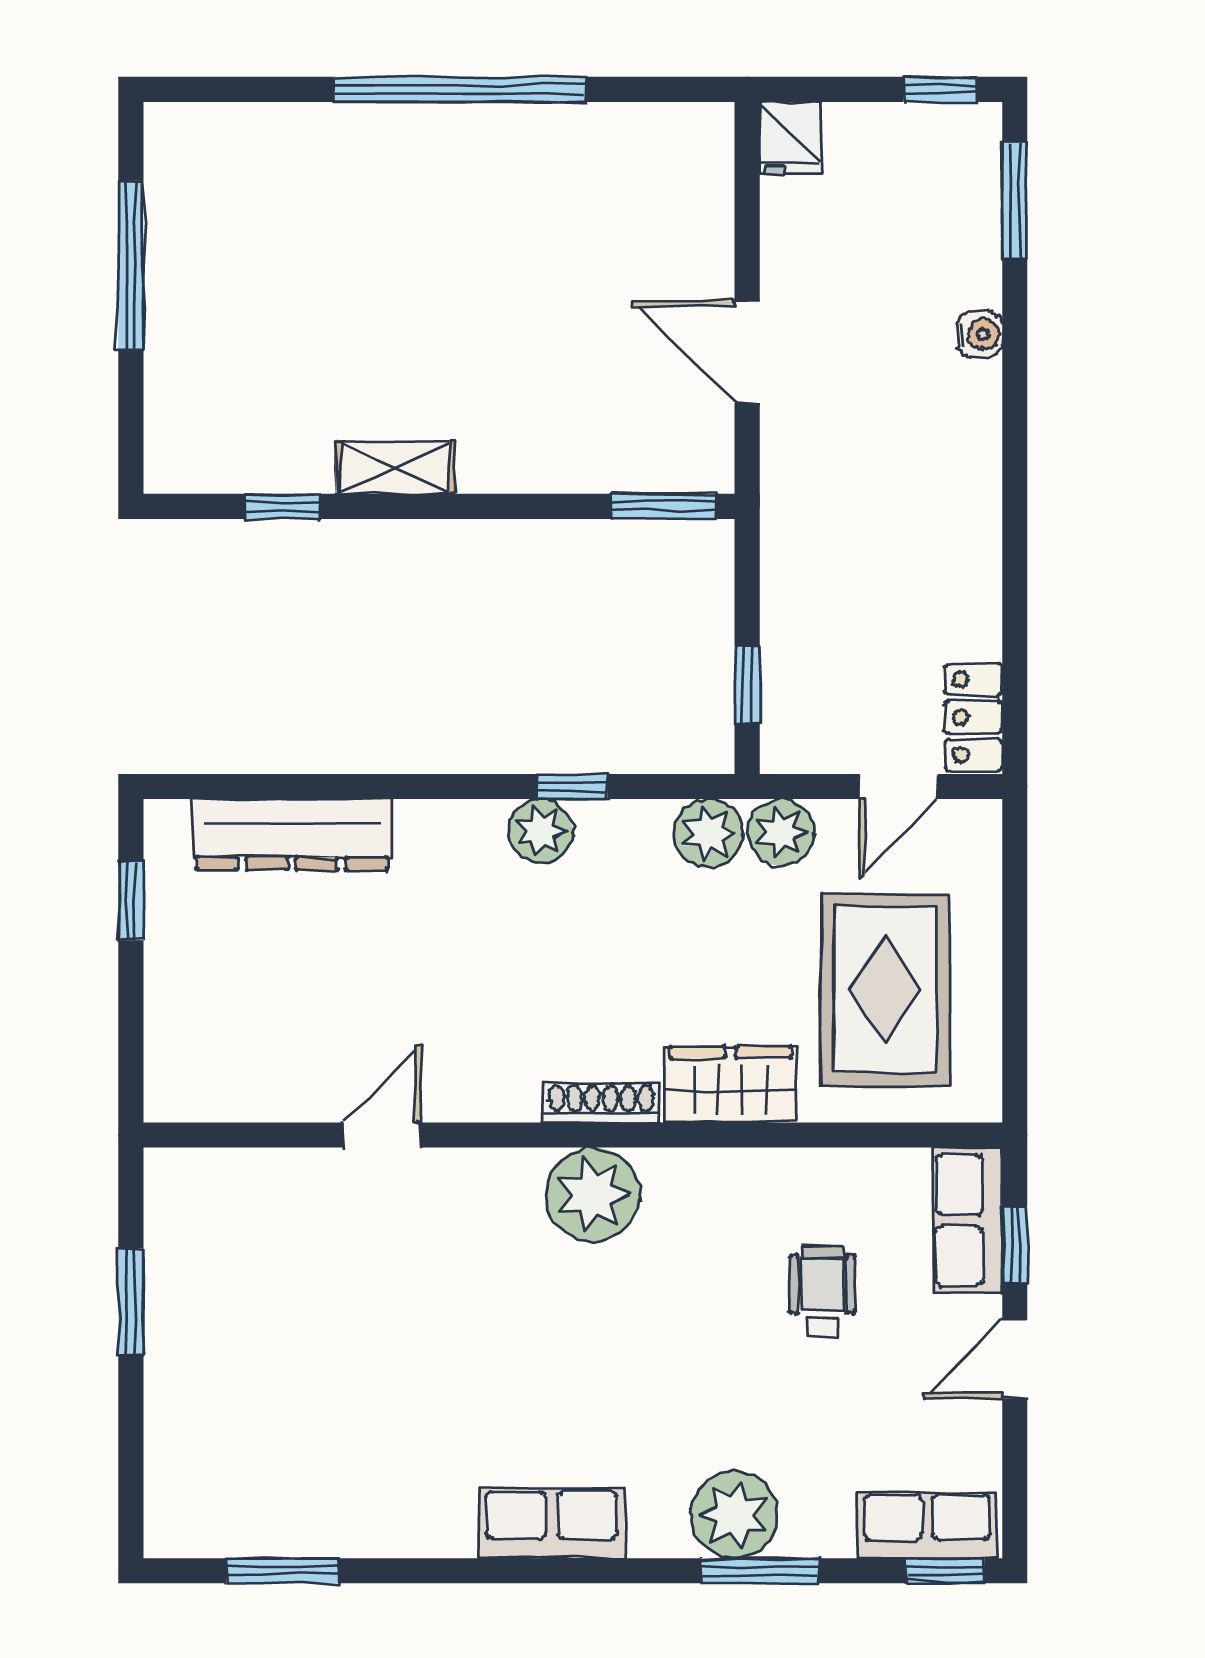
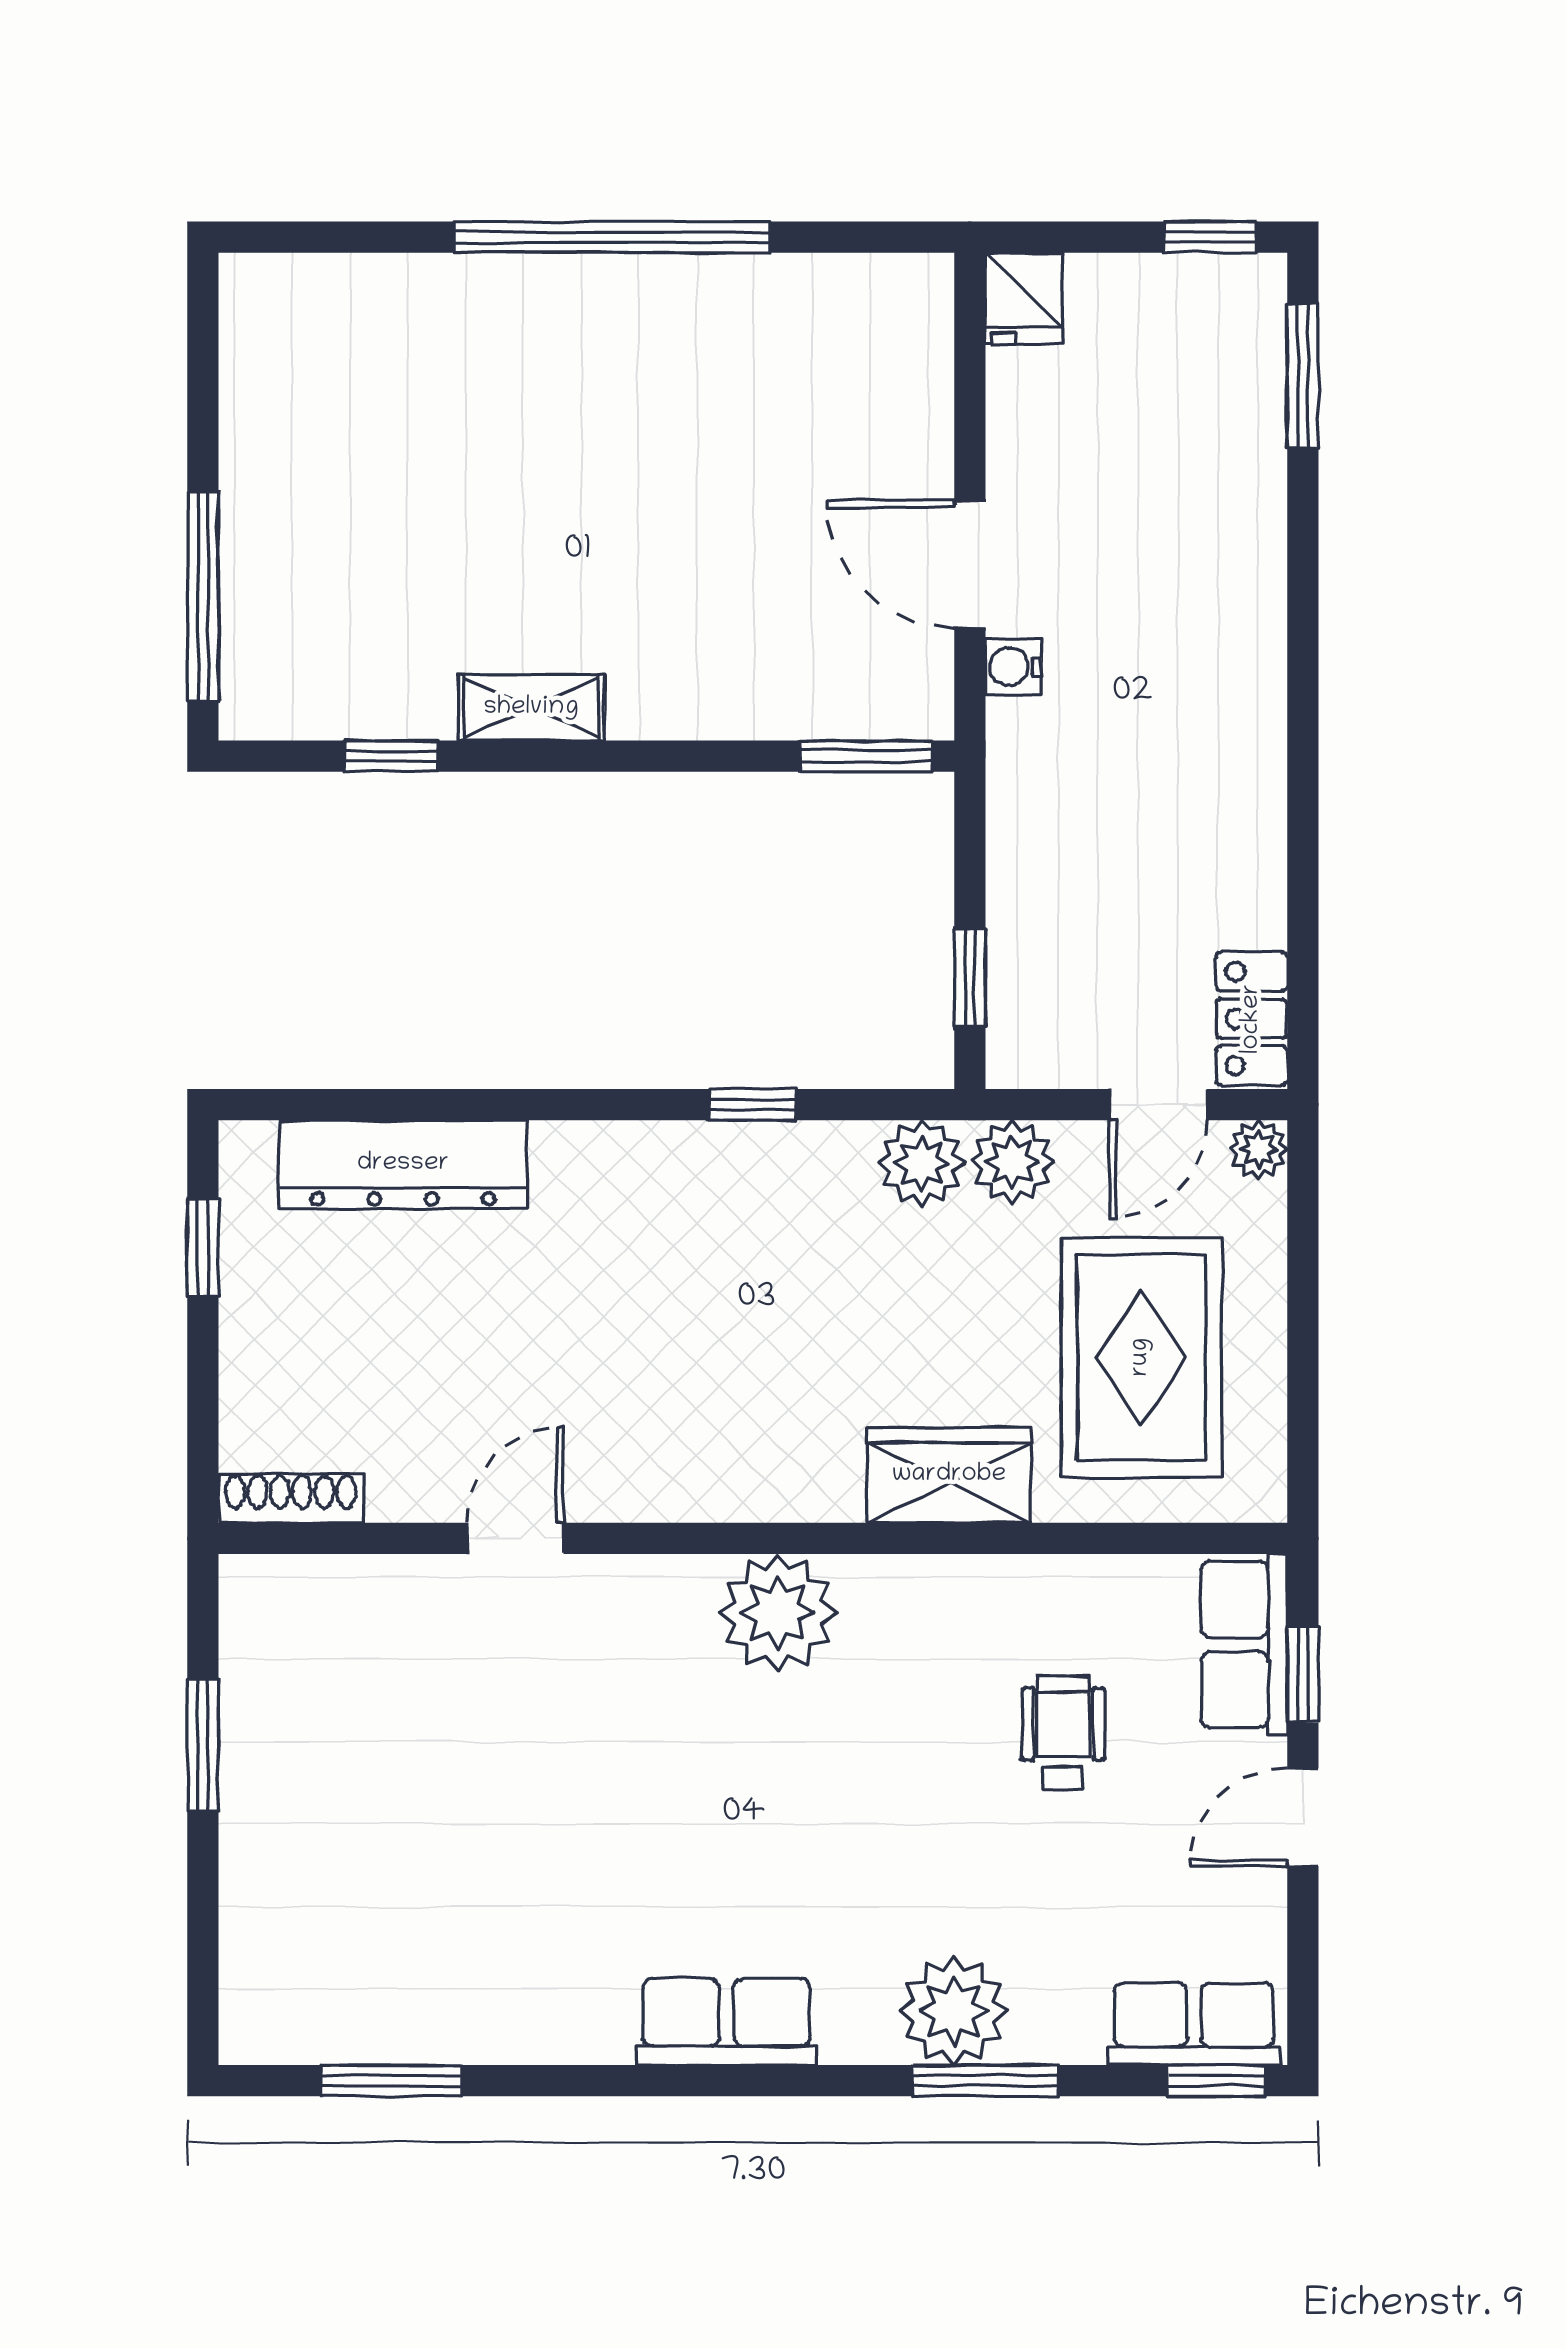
window: (131, 265) -> (203, 596), moved
water cooler: (980, 334) -> (1013, 667), moved, turned 180
plant: (540, 831) -> (1258, 1149), moved, width x0.73, depth x0.73
shoe rack: (601, 1103) -> (291, 1498), moved

